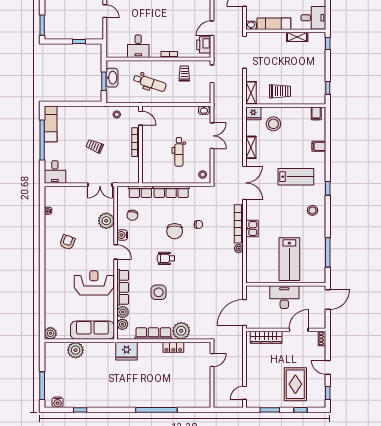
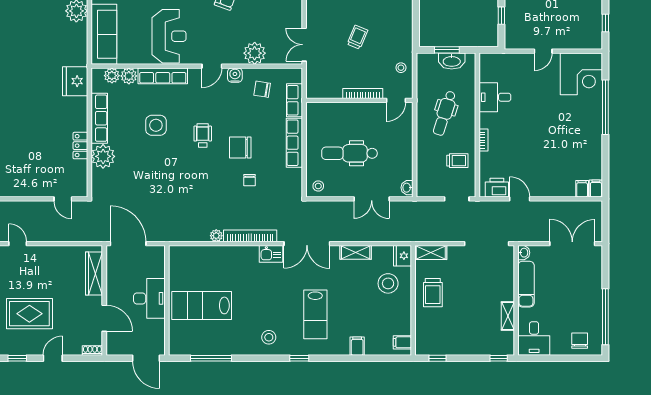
dental chair: (179, 152) -> (350, 153), width x1.36, depth x1.38
kitchen sink: (252, 228) -> (271, 254), moved

